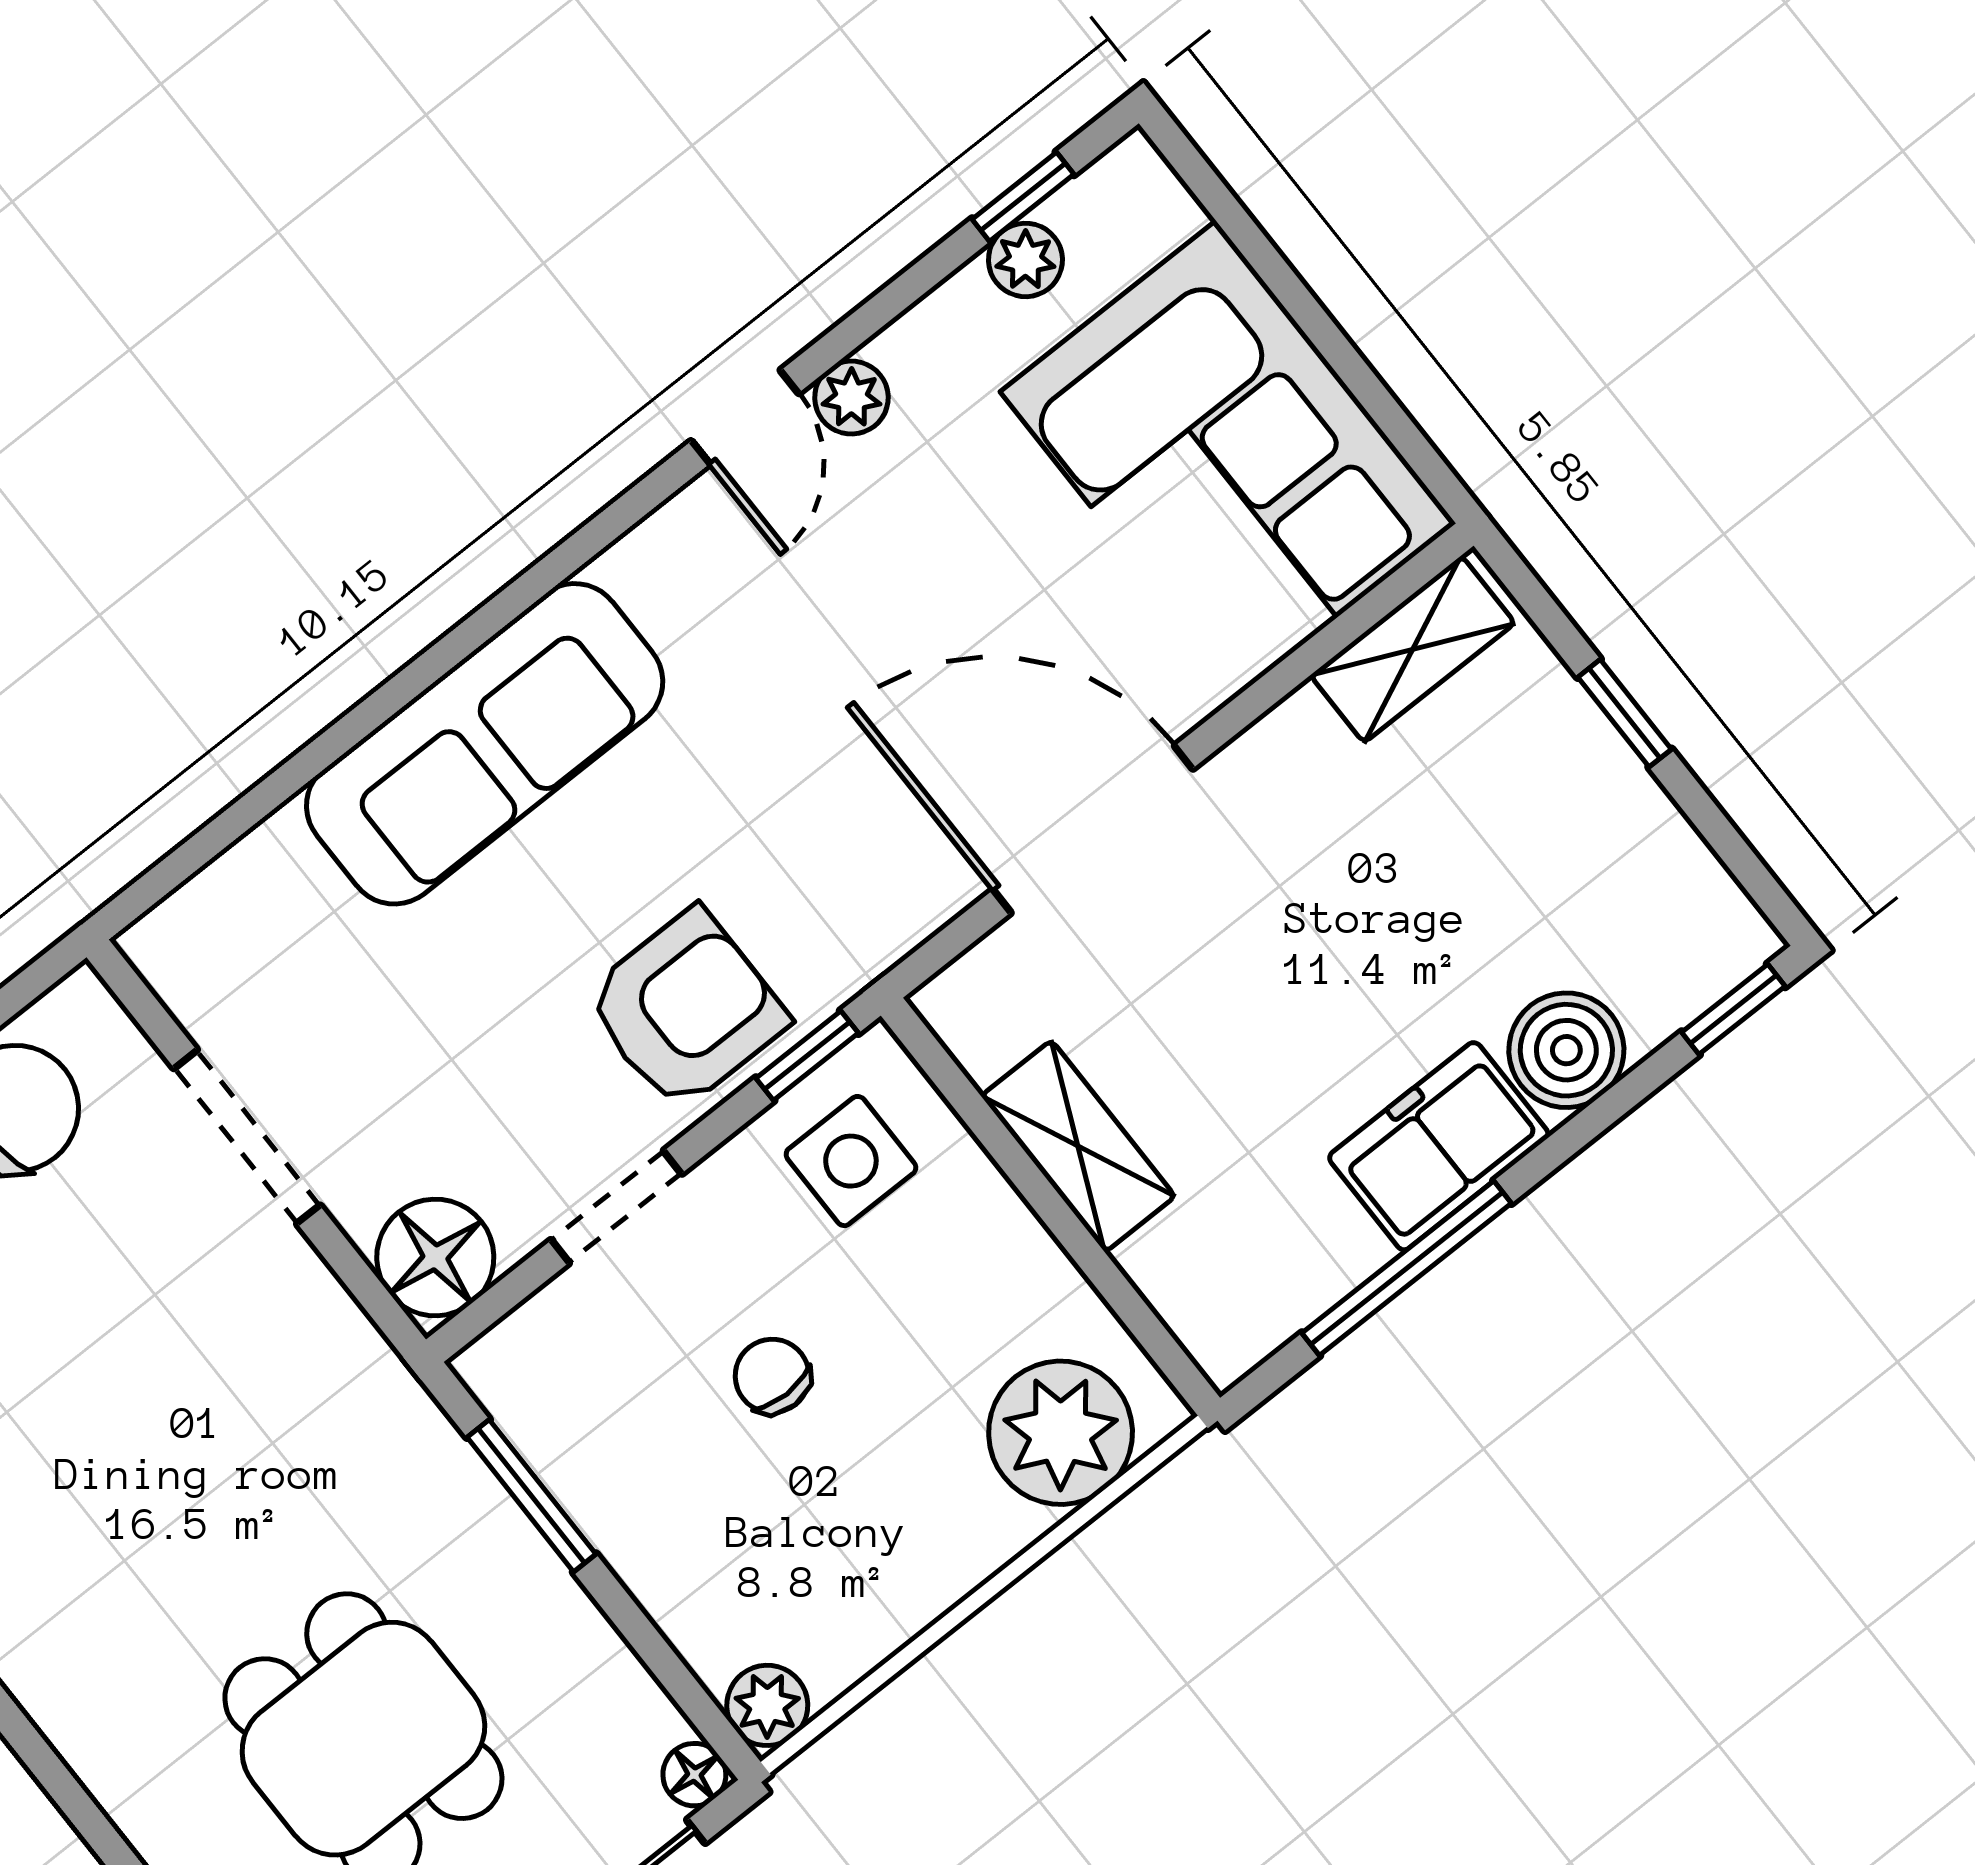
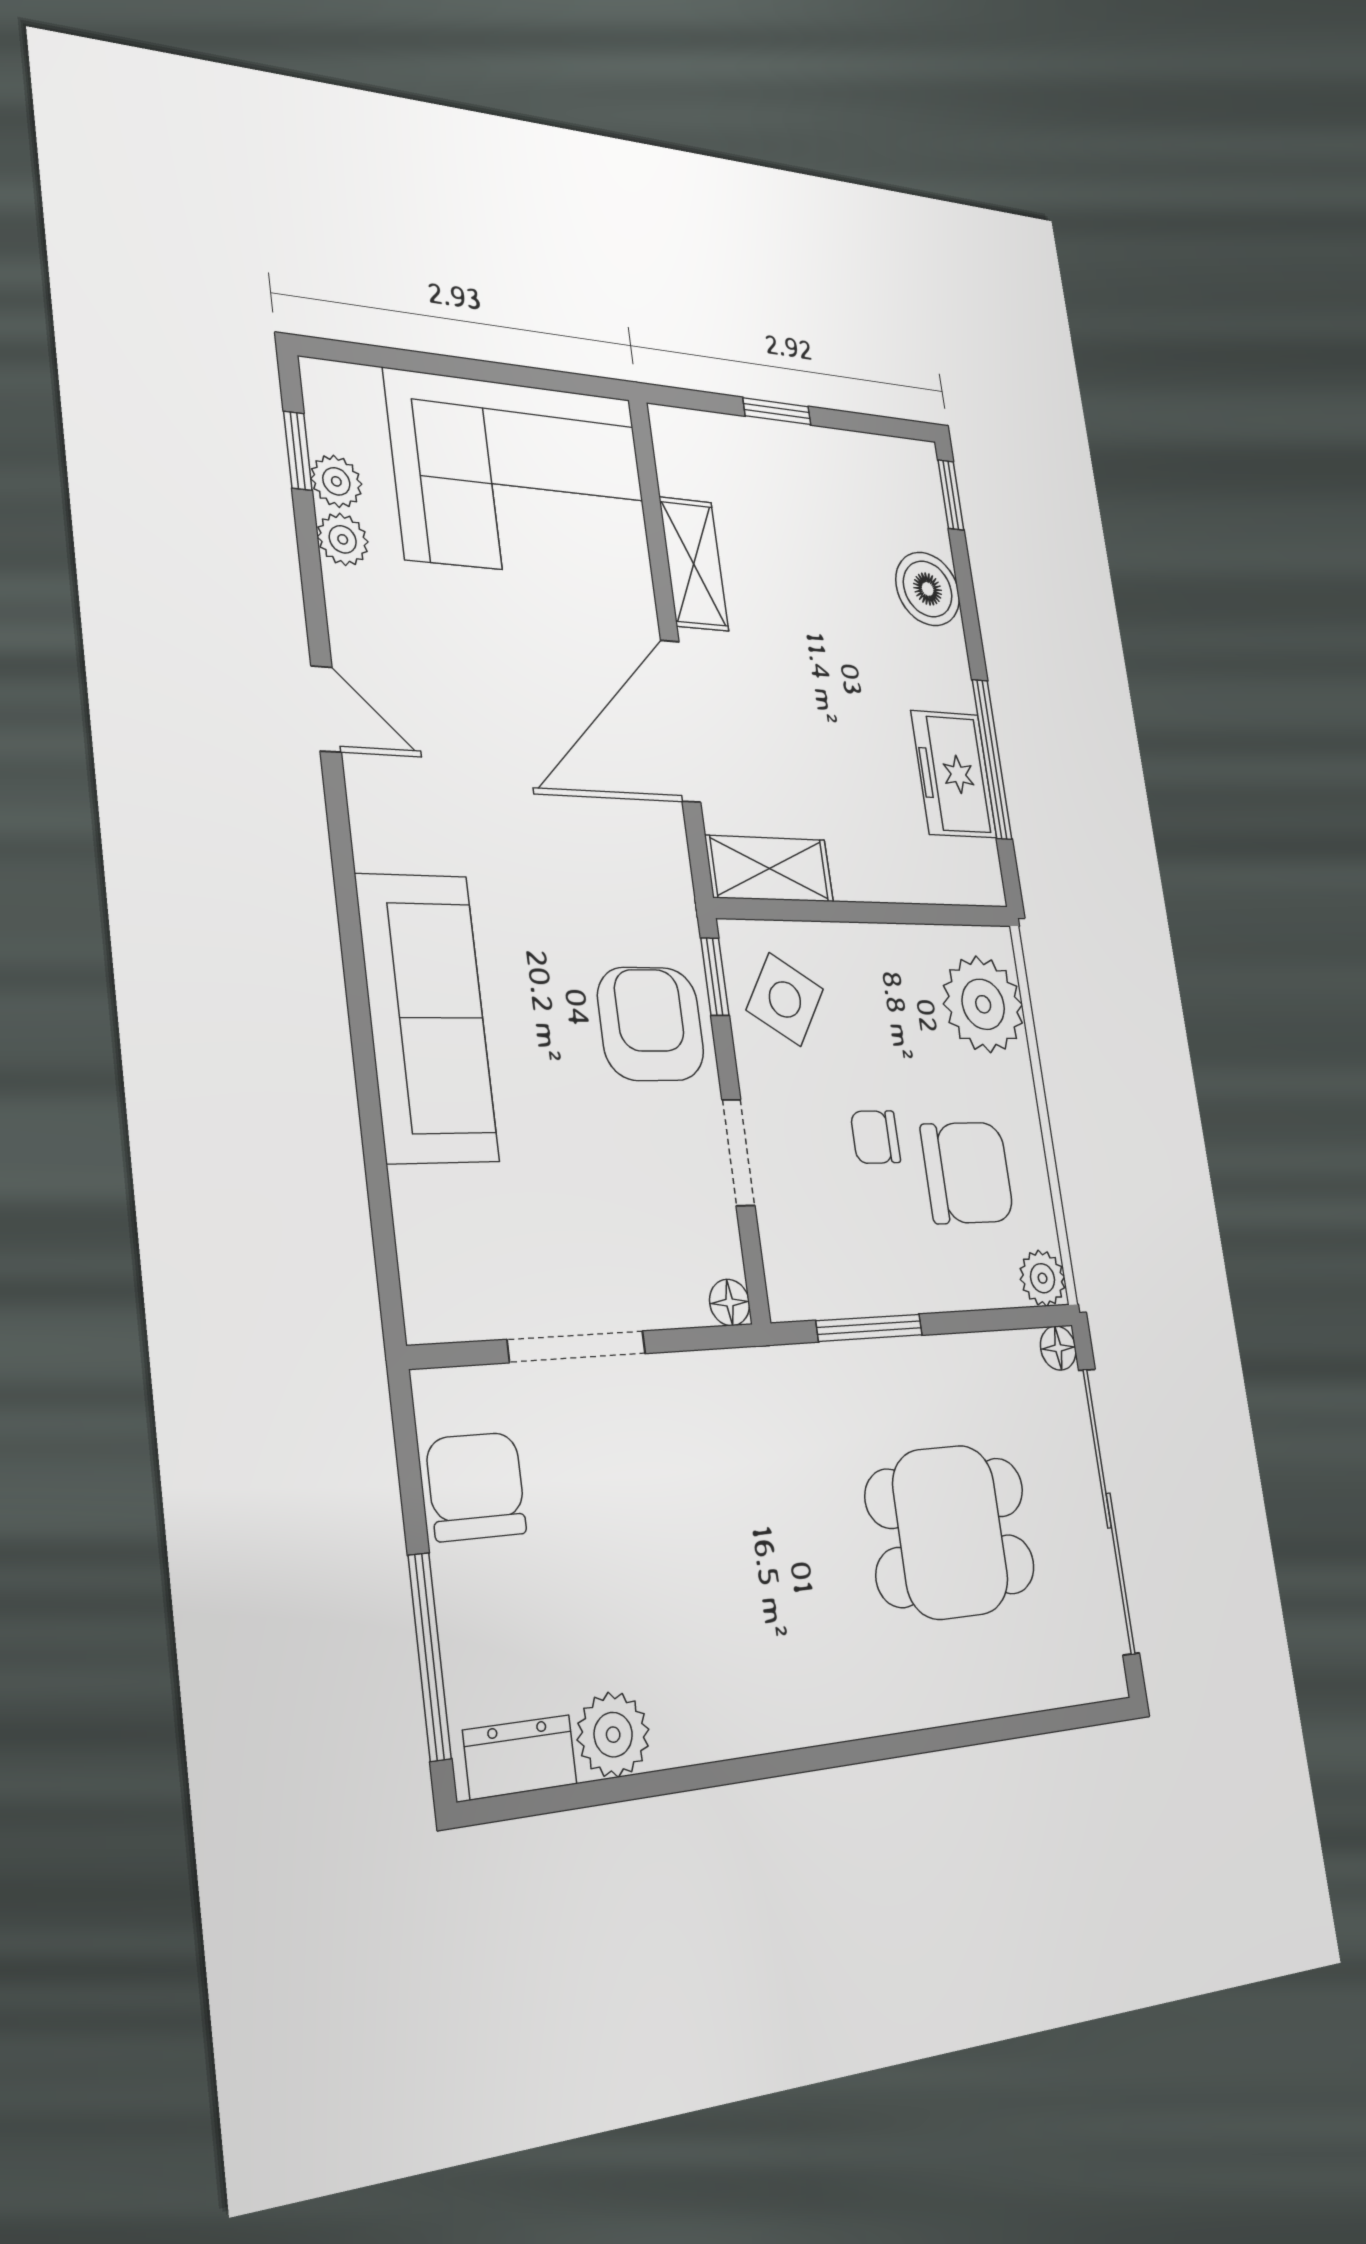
plant: (851, 398) -> (343, 539), moved
shelving: (1413, 649) -> (694, 564), moved
shelving: (1078, 1146) -> (769, 869), moved
freezer: (1439, 1146) -> (954, 774), moved
side table: (851, 1161) -> (785, 999), turned 32
floor lamp: (435, 1257) -> (730, 1302), width x0.53, depth x0.53
chair: (823, 1527) -> (967, 1173), added

